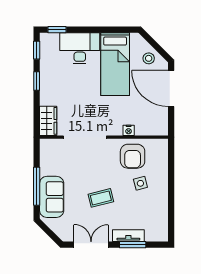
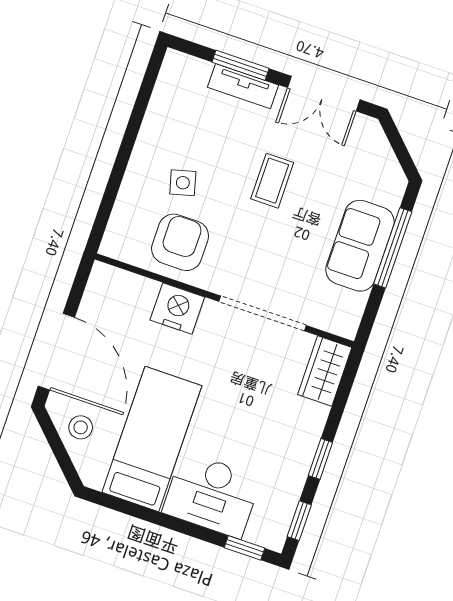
nightstand: (129, 130) -> (177, 309), width x1.89, depth x1.79
sofa: (52, 197) -> (360, 246), moved
coffee table: (101, 198) -> (272, 181), turned -76

